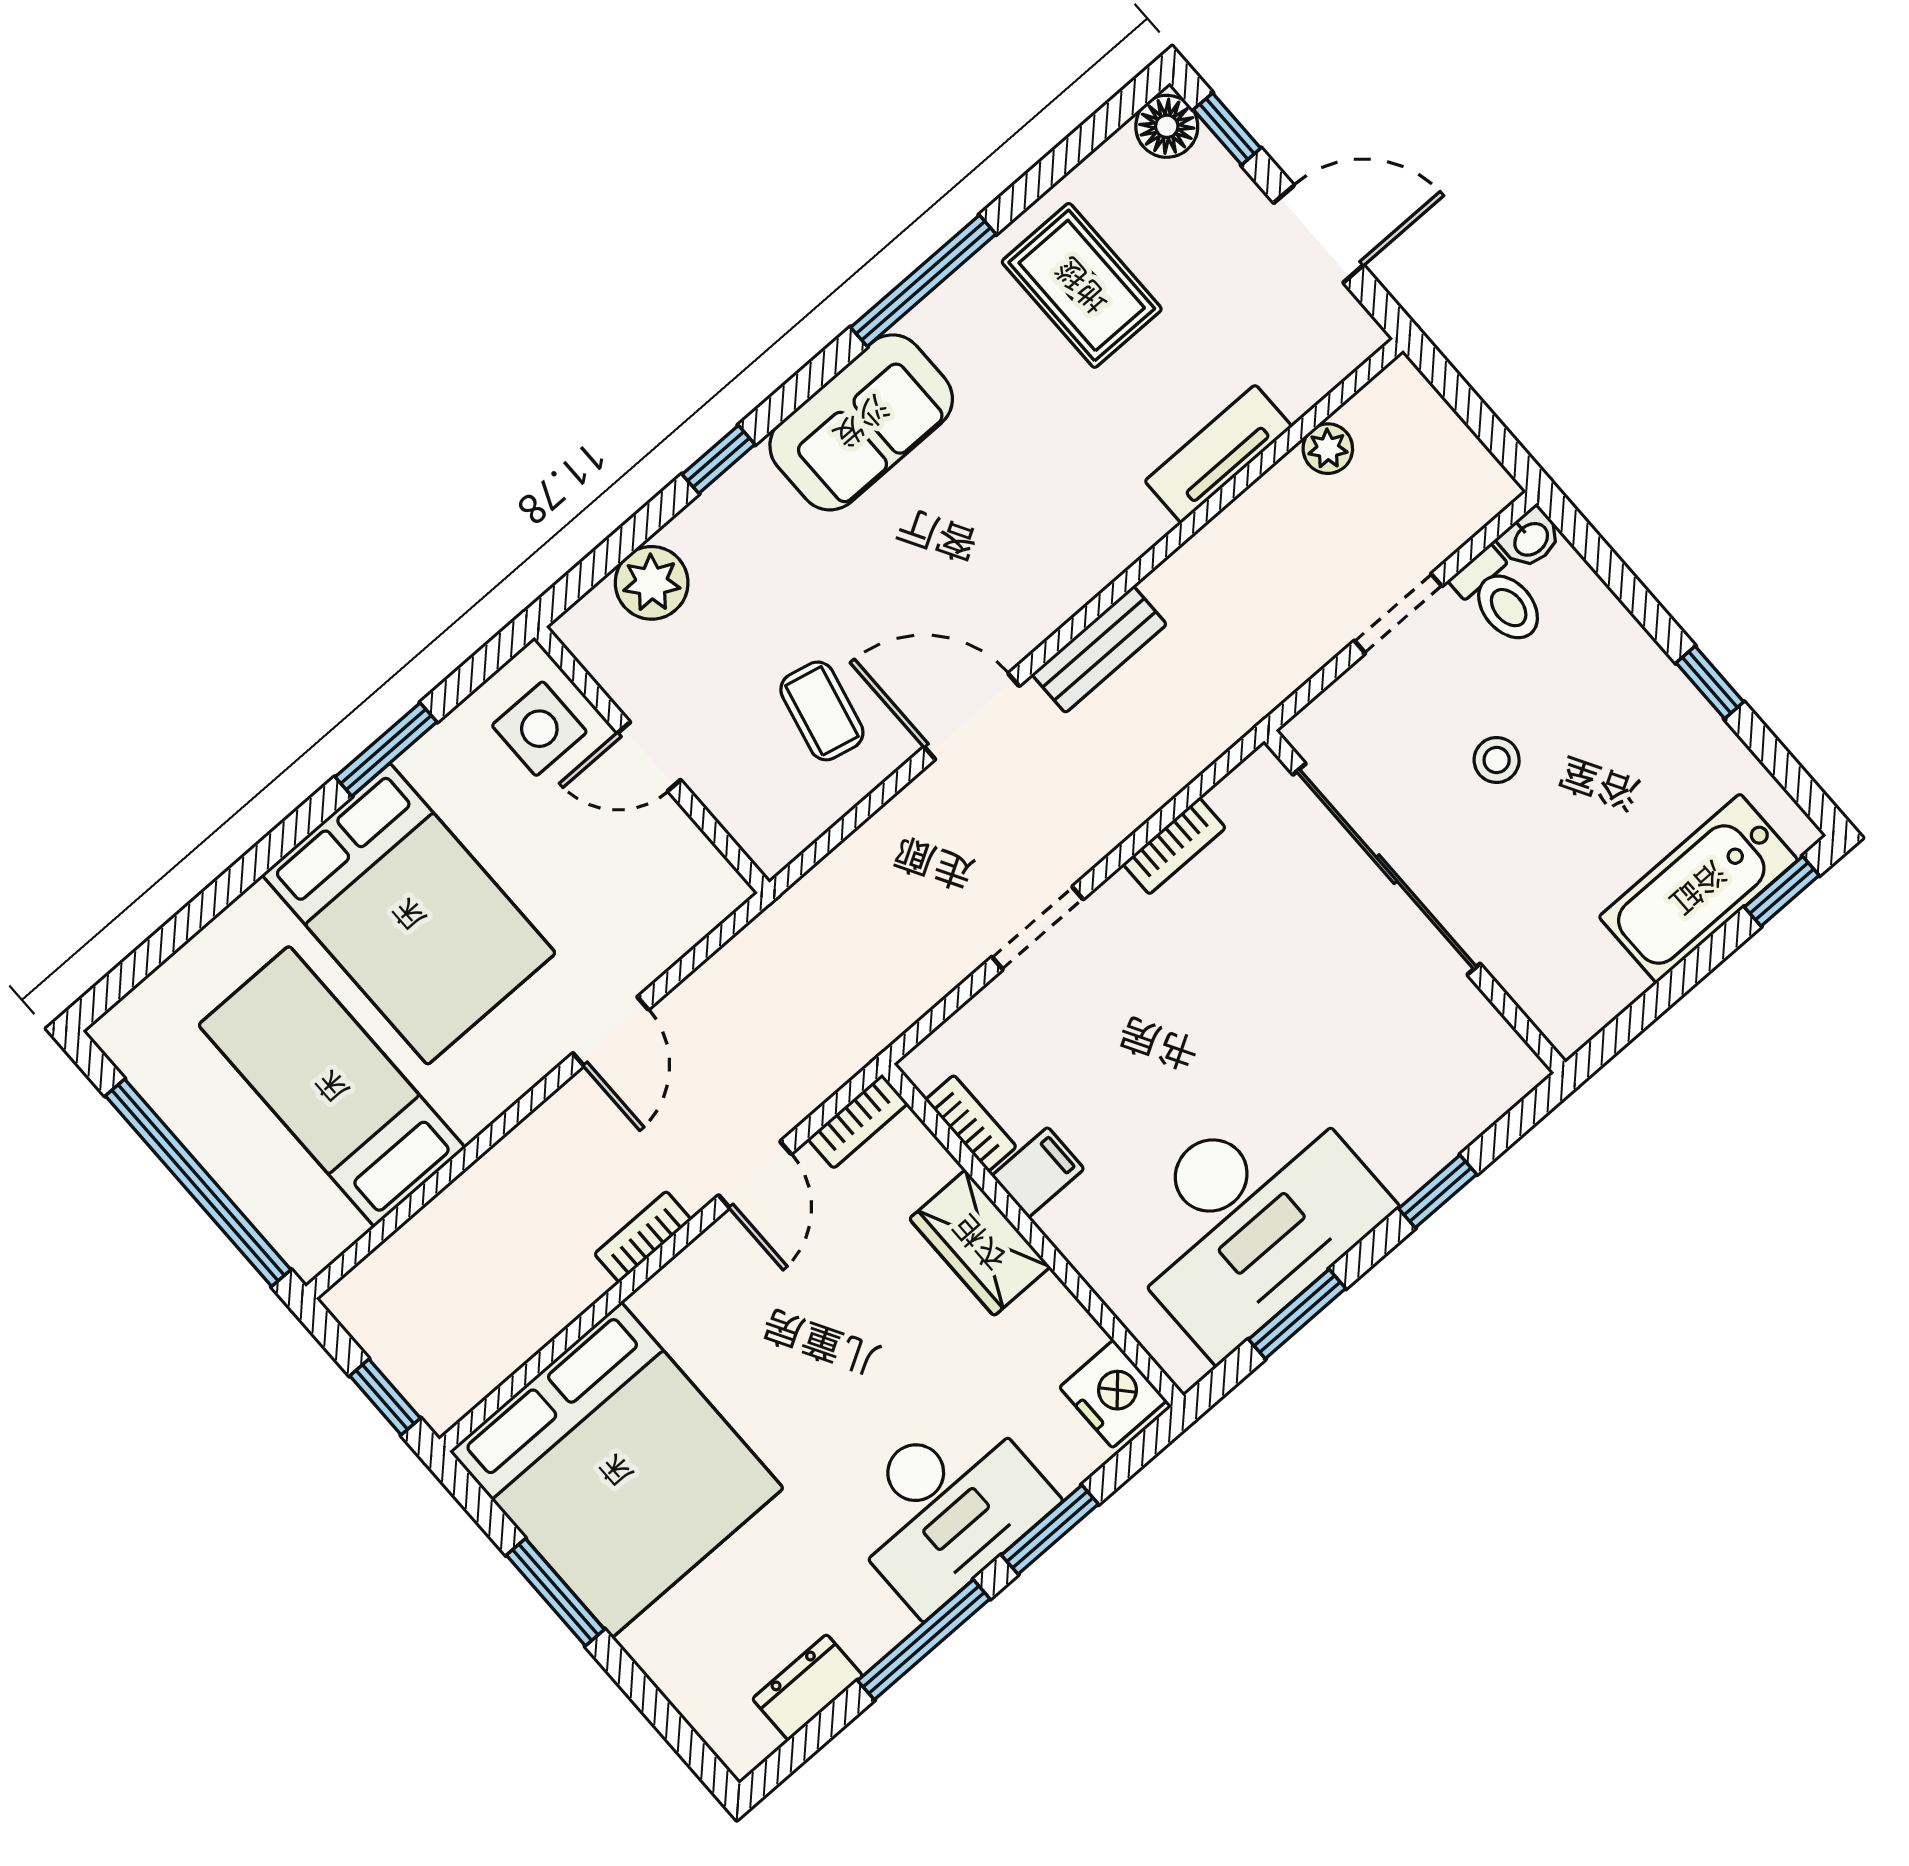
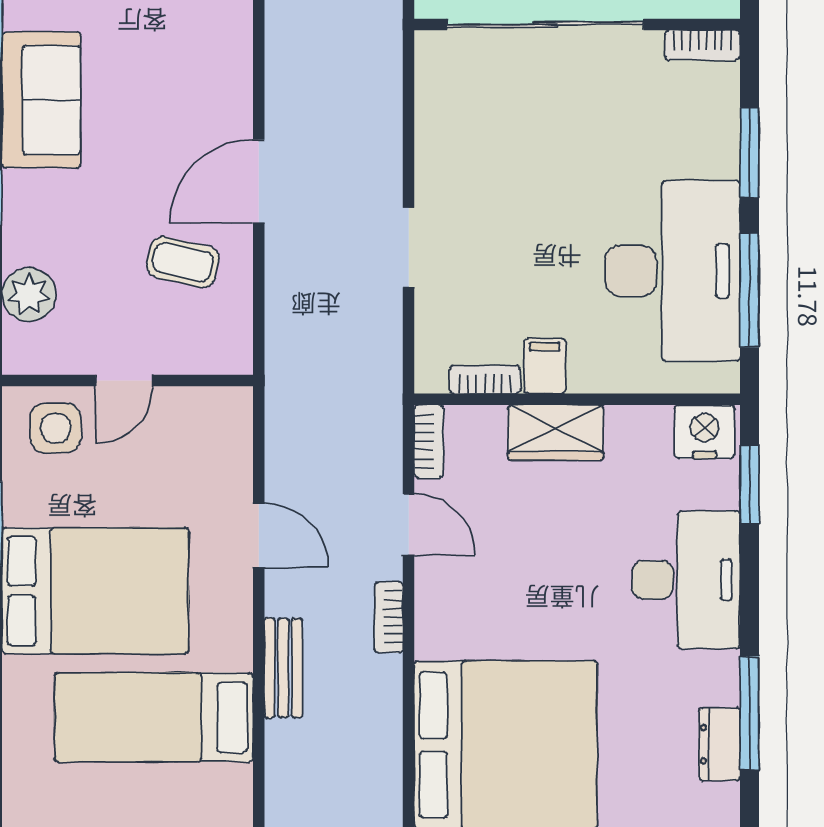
bench: (1099, 649) -> (283, 668), moved
bookcase: (1174, 846) -> (703, 45), moved, turned 90
window: (1438, 1191) -> (750, 153), width x1.50
window: (1297, 1314) -> (750, 290), width x1.44
window: (1050, 1530) -> (750, 484), moved
window: (924, 1640) -> (750, 713), moved

